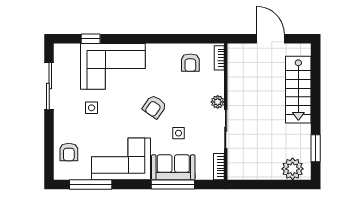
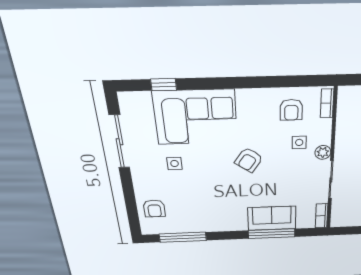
side table: (179, 133) -> (299, 142), moved
corner sofa: (121, 159) -> (214, 213), removed

